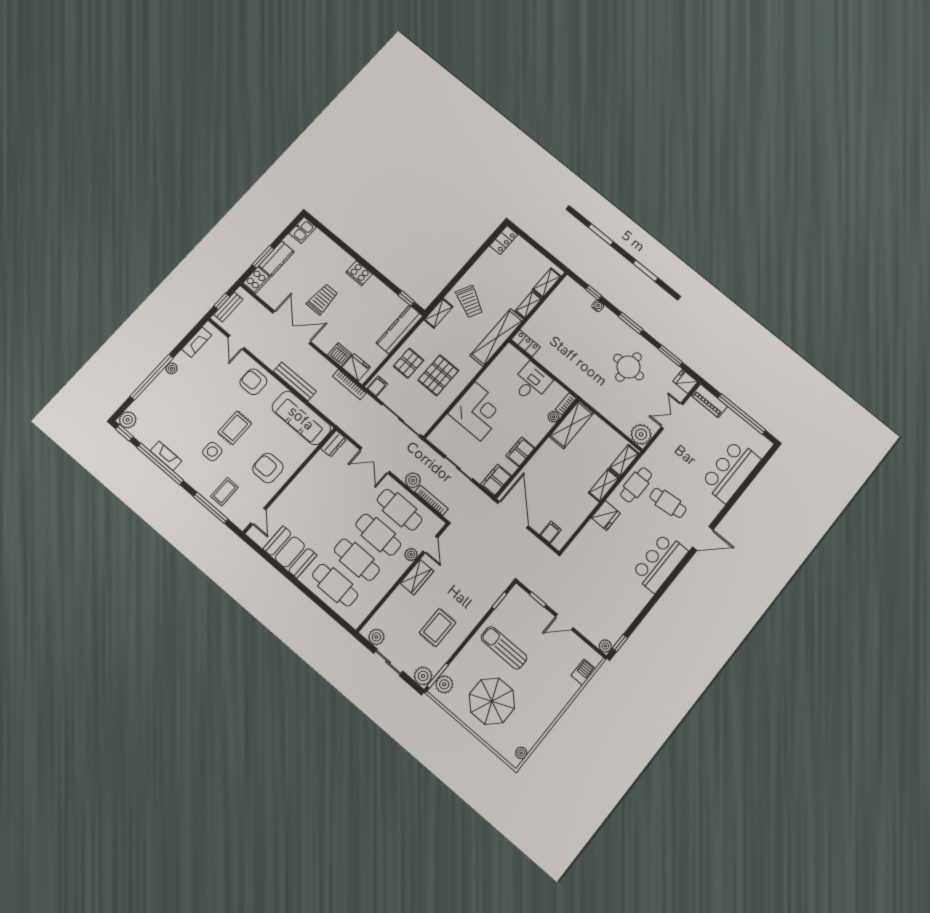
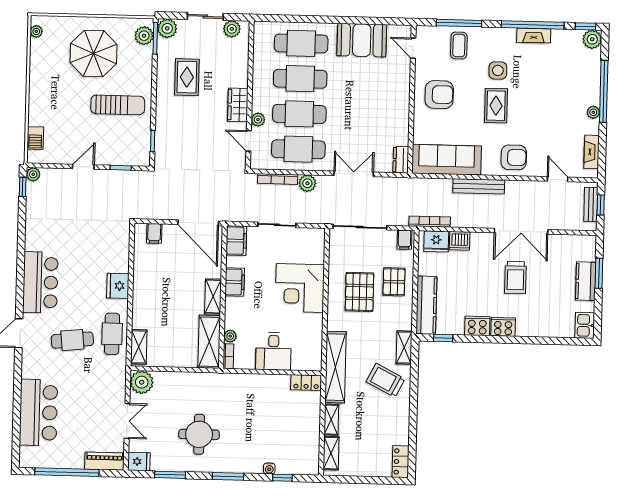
cooker: (257, 280) -> (477, 326), moved, turned 90
shelving: (604, 485) -> (213, 296), moved

